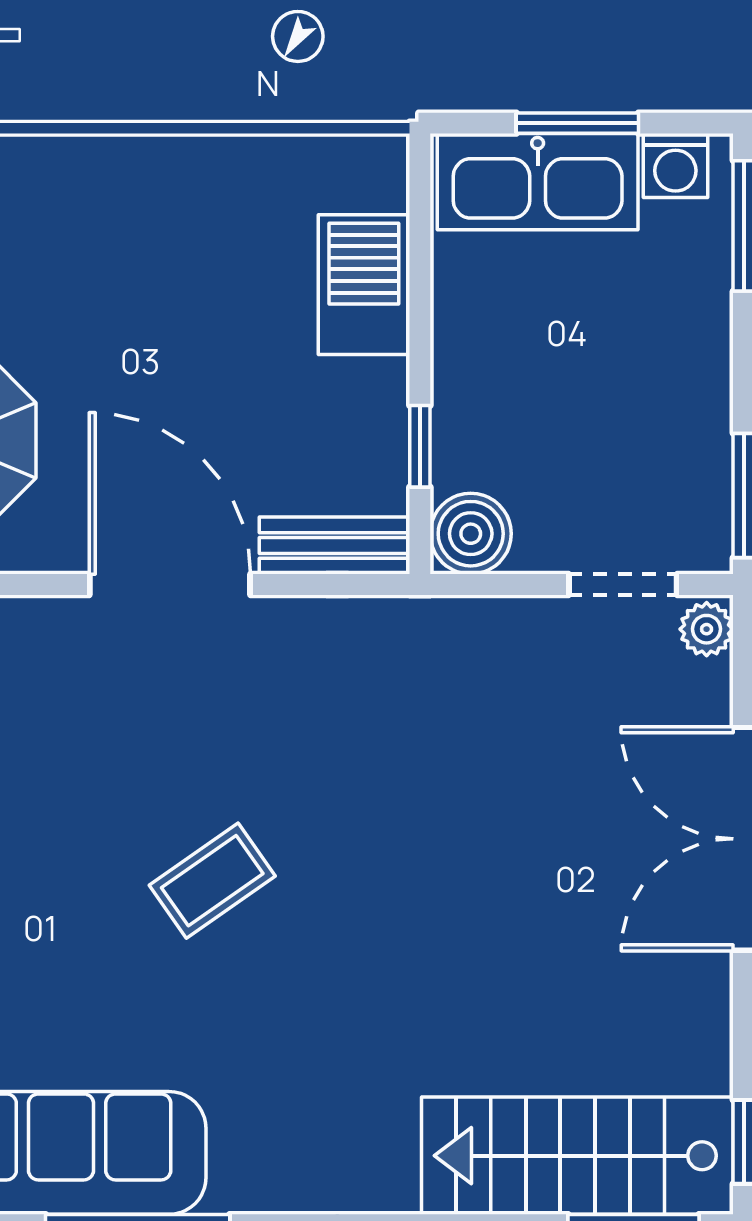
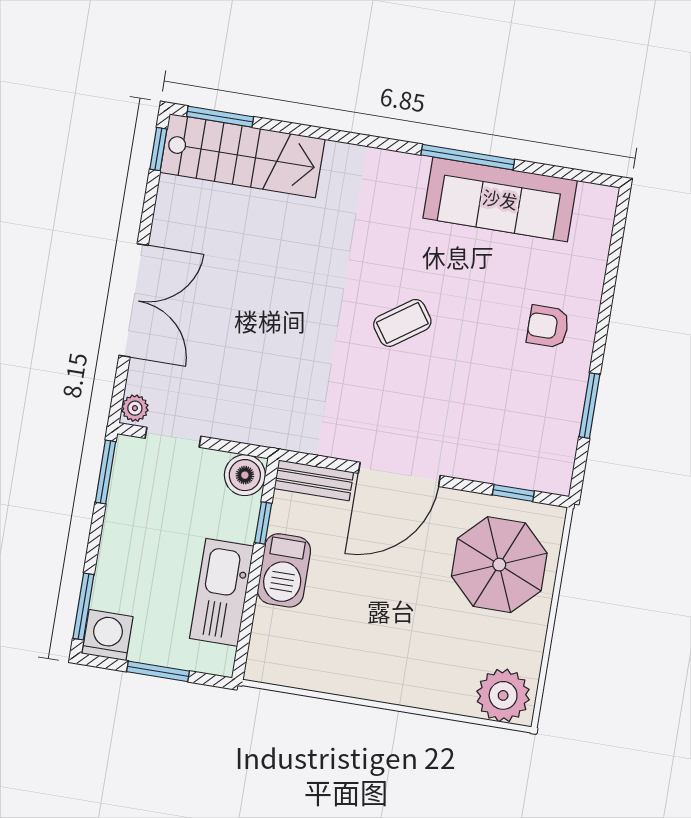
washing machine: (675, 166) -> (107, 635), width x1.38, depth x1.38
kitchen sink: (538, 182) -> (222, 592), moved, turned -90
barbecue: (364, 285) -> (284, 570), moved
door: (170, 584) -> (399, 474), hinge flipped

